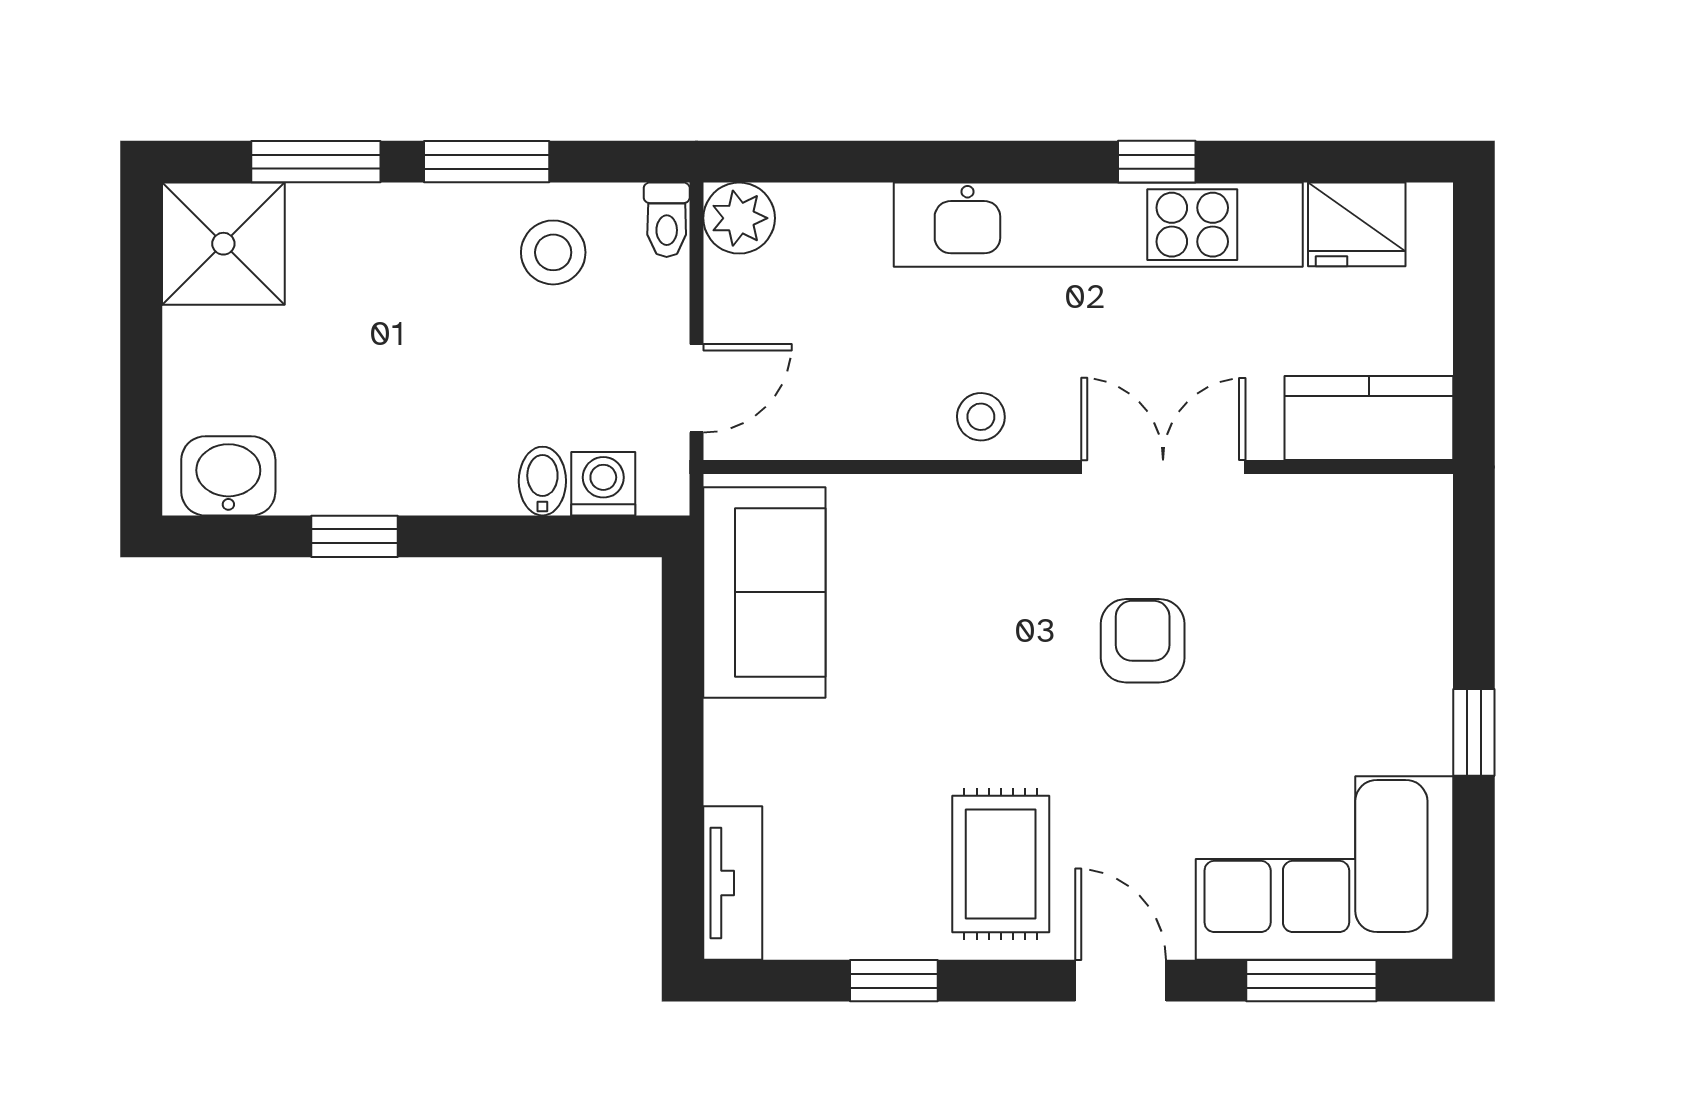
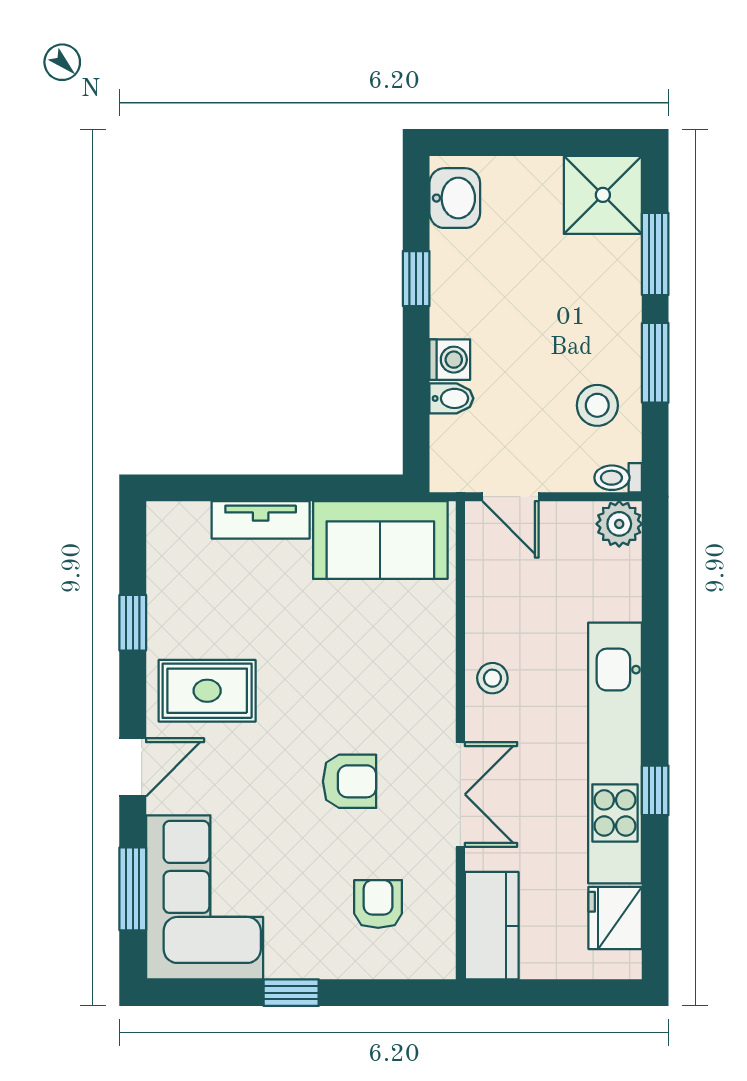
washing machine: (603, 484) -> (450, 360), moved
armchair: (1335, 596) -> (378, 904), added
tv unit: (733, 883) -> (261, 520), moved

